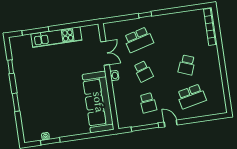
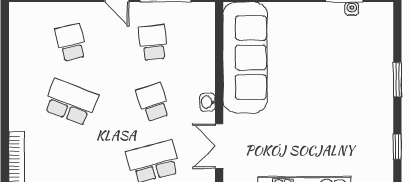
school desk: (187, 65) -> (71, 102), width x1.85
school desk: (191, 96) -> (71, 42), width x0.54

